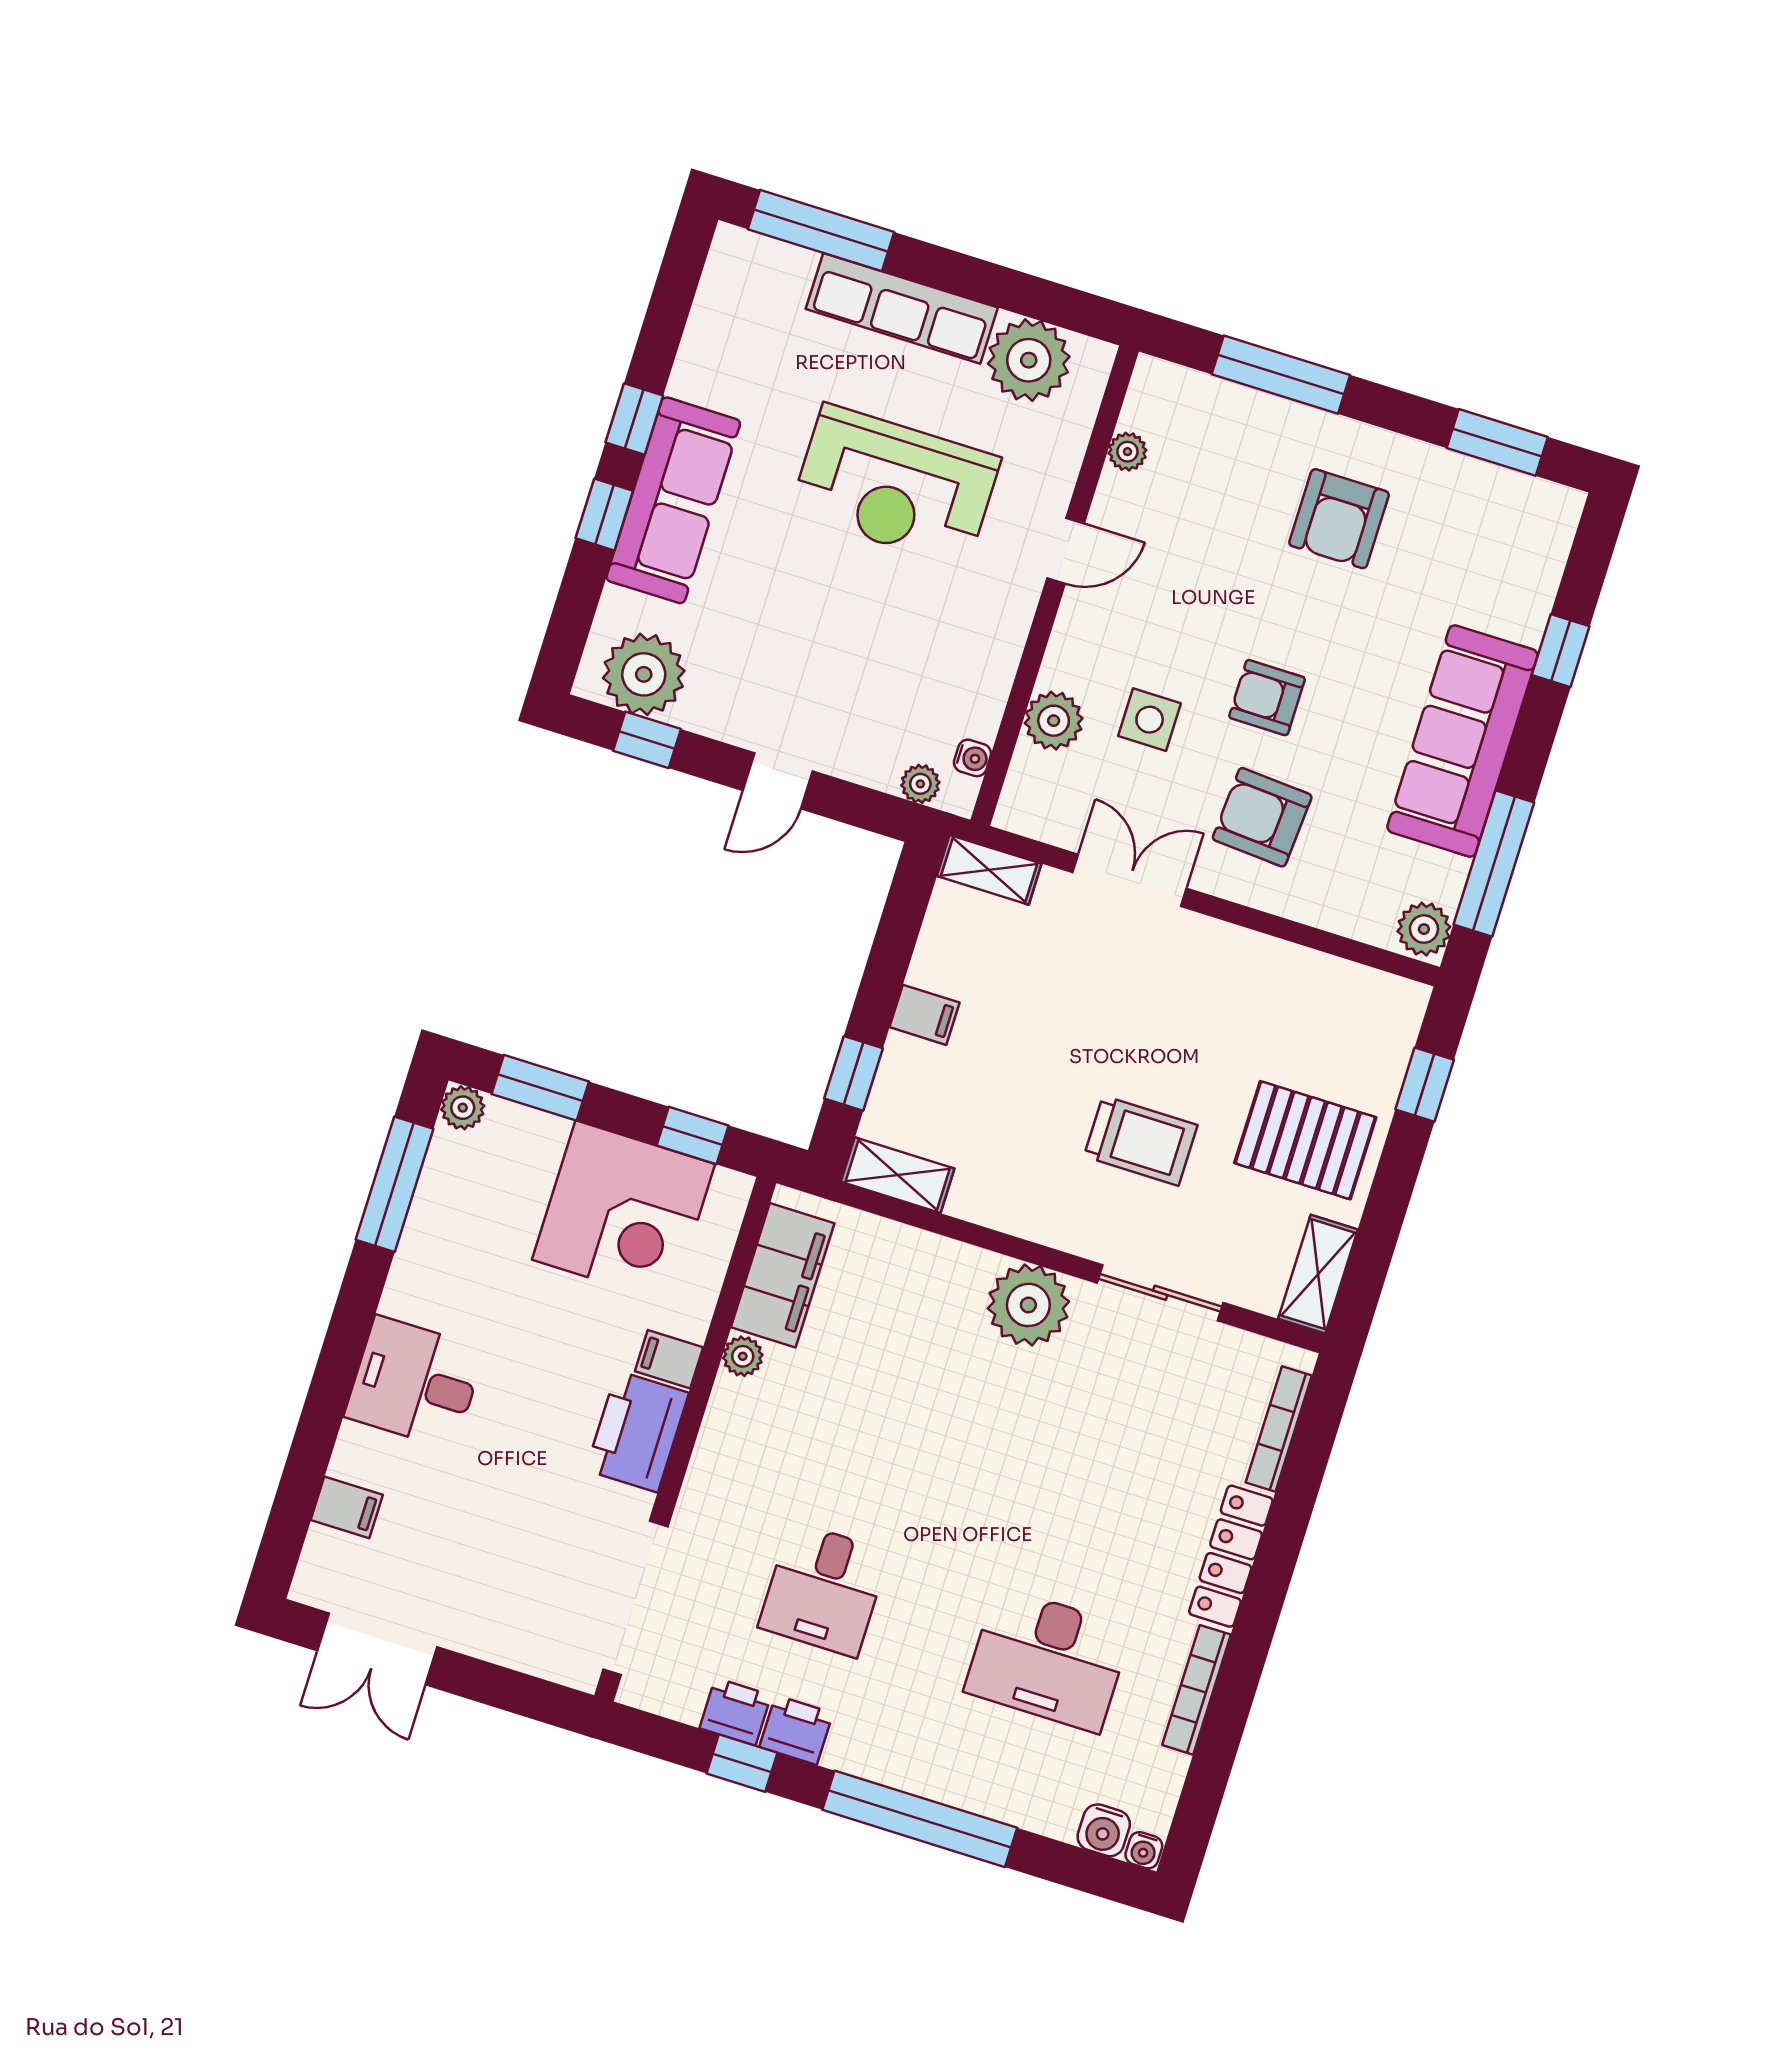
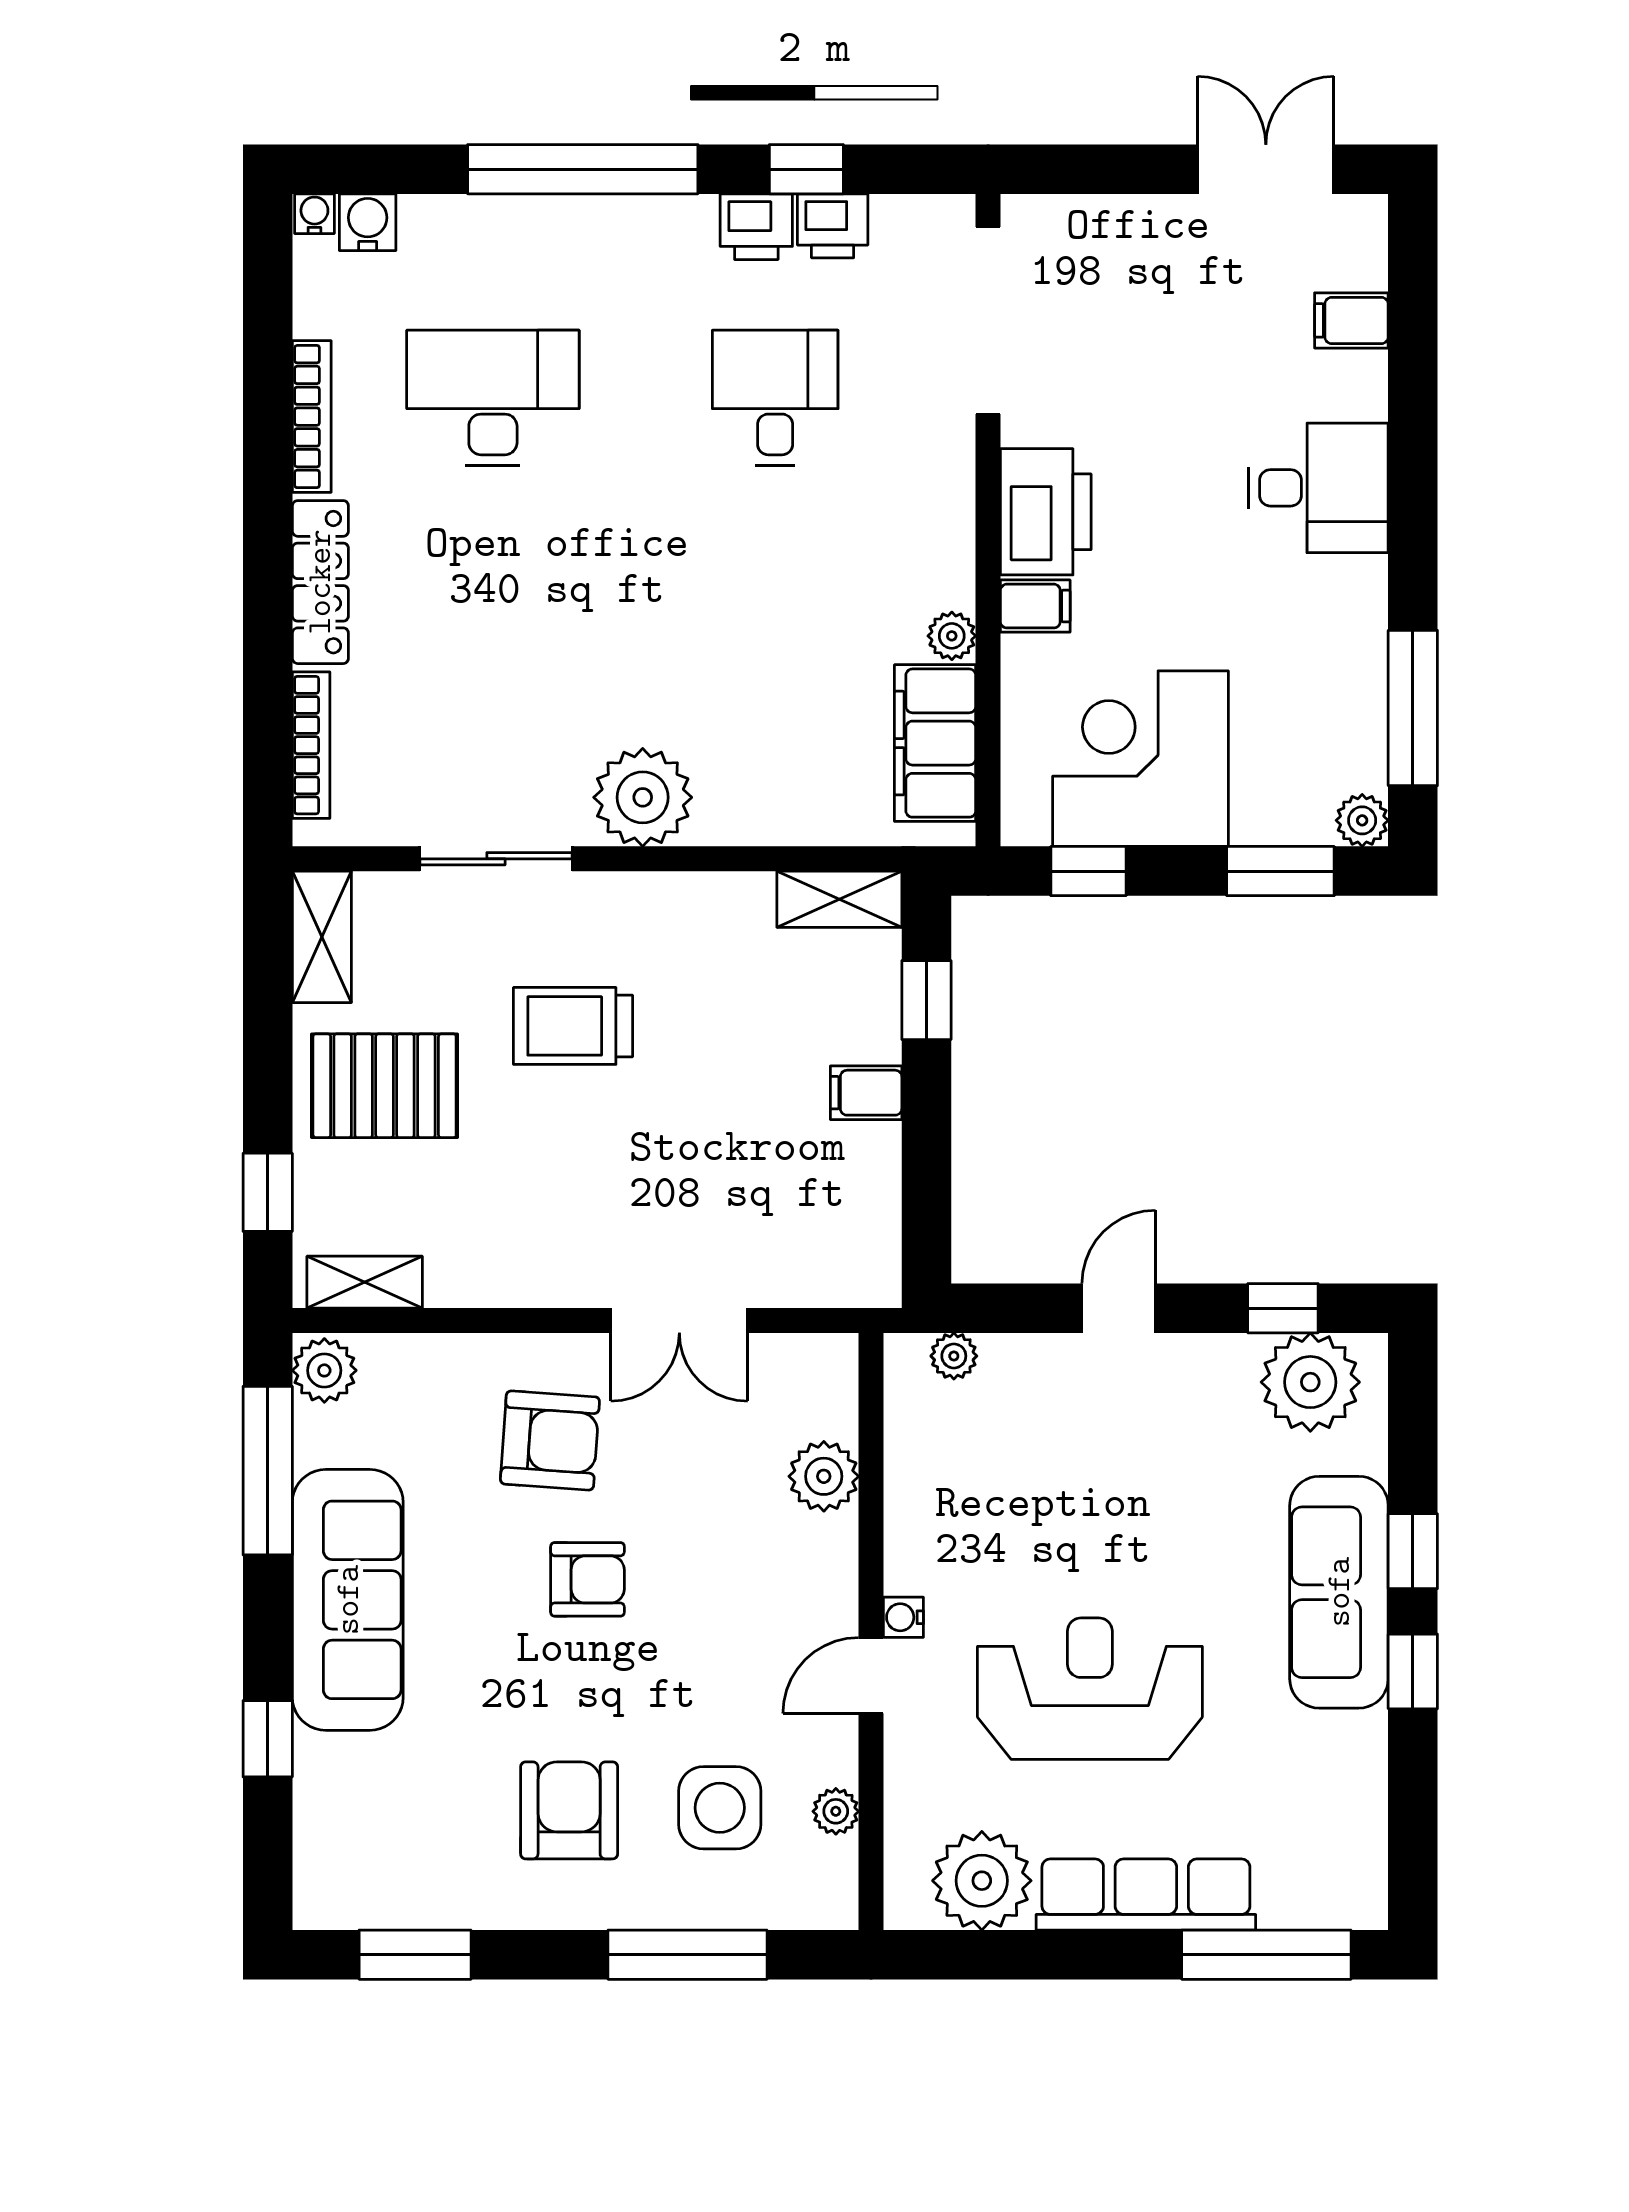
side table: (1150, 720) -> (720, 1808), moved, width x1.37, depth x1.37
water cooler: (972, 758) -> (903, 1617), moved
shelving: (989, 870) -> (365, 1282), moved

